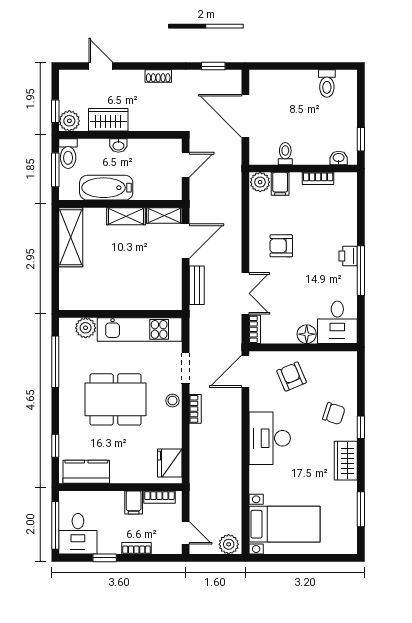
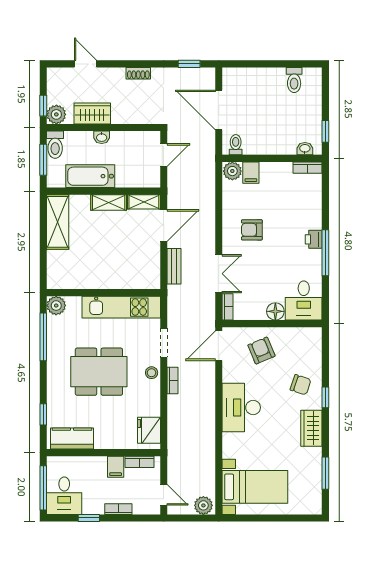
toilet: (285, 154) -> (236, 145), moved
bookcase: (318, 178) -> (308, 168), moved
plant: (86, 328) -> (56, 306), moved

